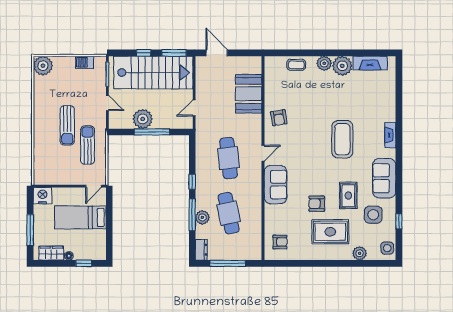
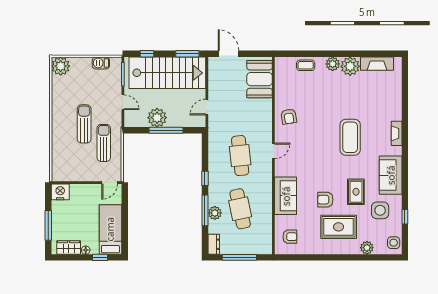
window: (144, 53) -> (147, 54), moved
booth: (249, 94) -> (260, 79), moved
sun lounger: (67, 125) -> (84, 124), turned 180
sofa: (276, 185) -> (286, 196), moved
bed: (80, 217) -> (110, 229), moved, turned 90

